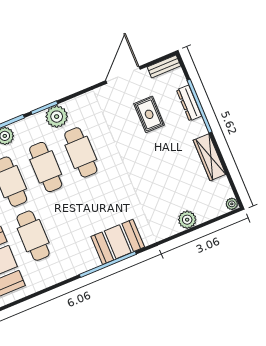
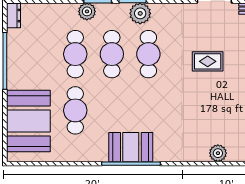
rug: (149, 114) -> (208, 61), moved, turned 90
booth: (118, 242) -> (131, 147), moved

